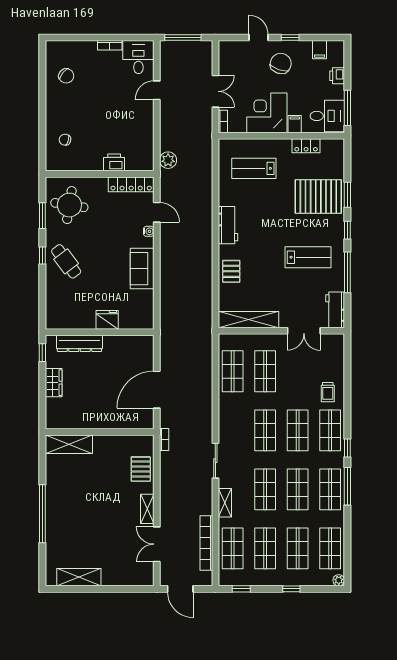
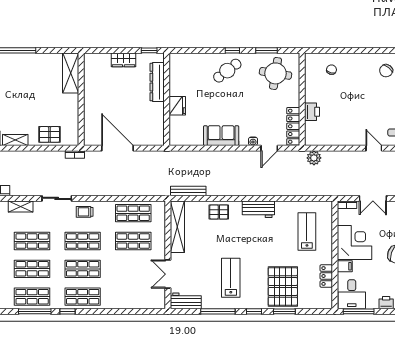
lab bench: (308, 257) -> (231, 278), turned 180
bench: (207, 307) -> (188, 191), added
trolley: (328, 392) -> (85, 212), moved

